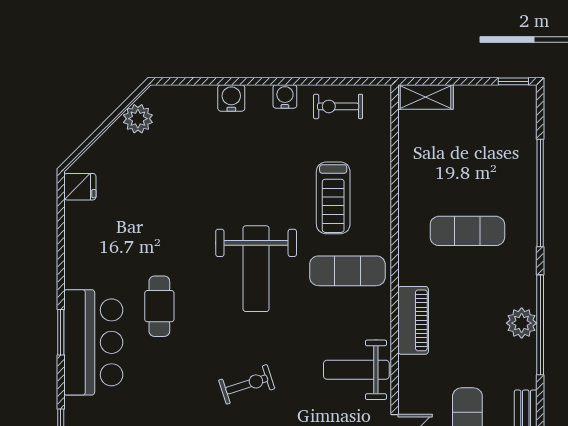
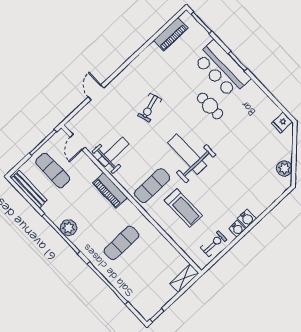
water cooler: (231, 98) -> (247, 219), moved
treadmill: (333, 198) -> (183, 208), turned 180

